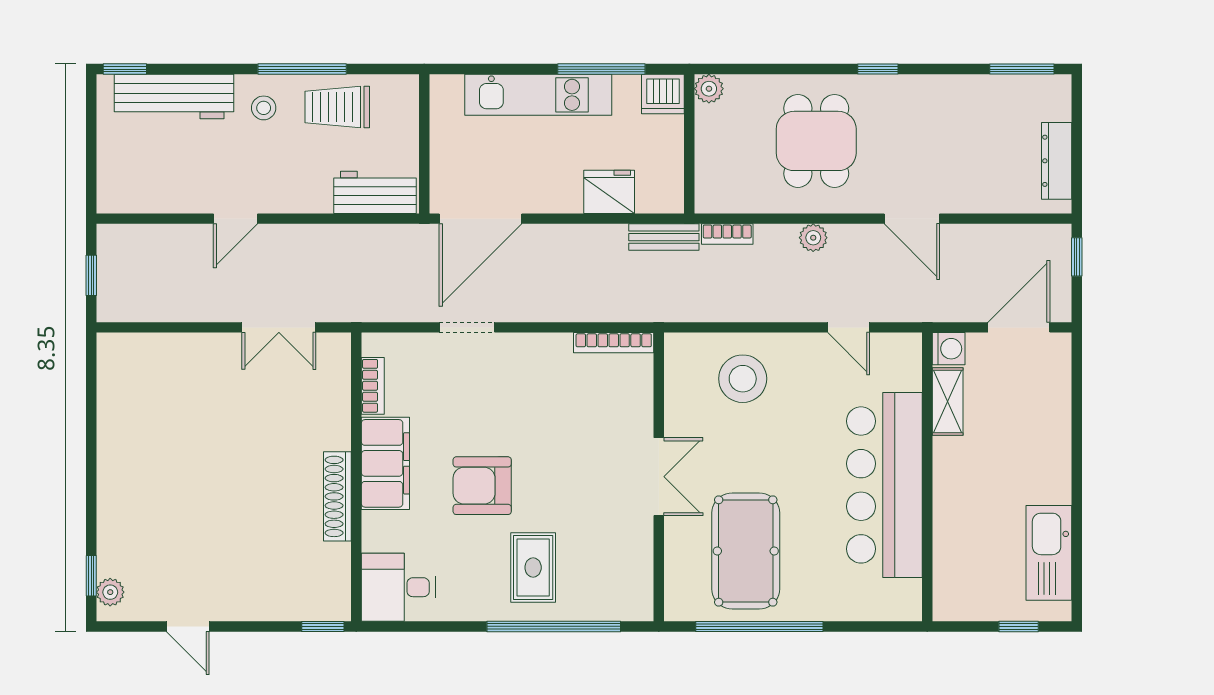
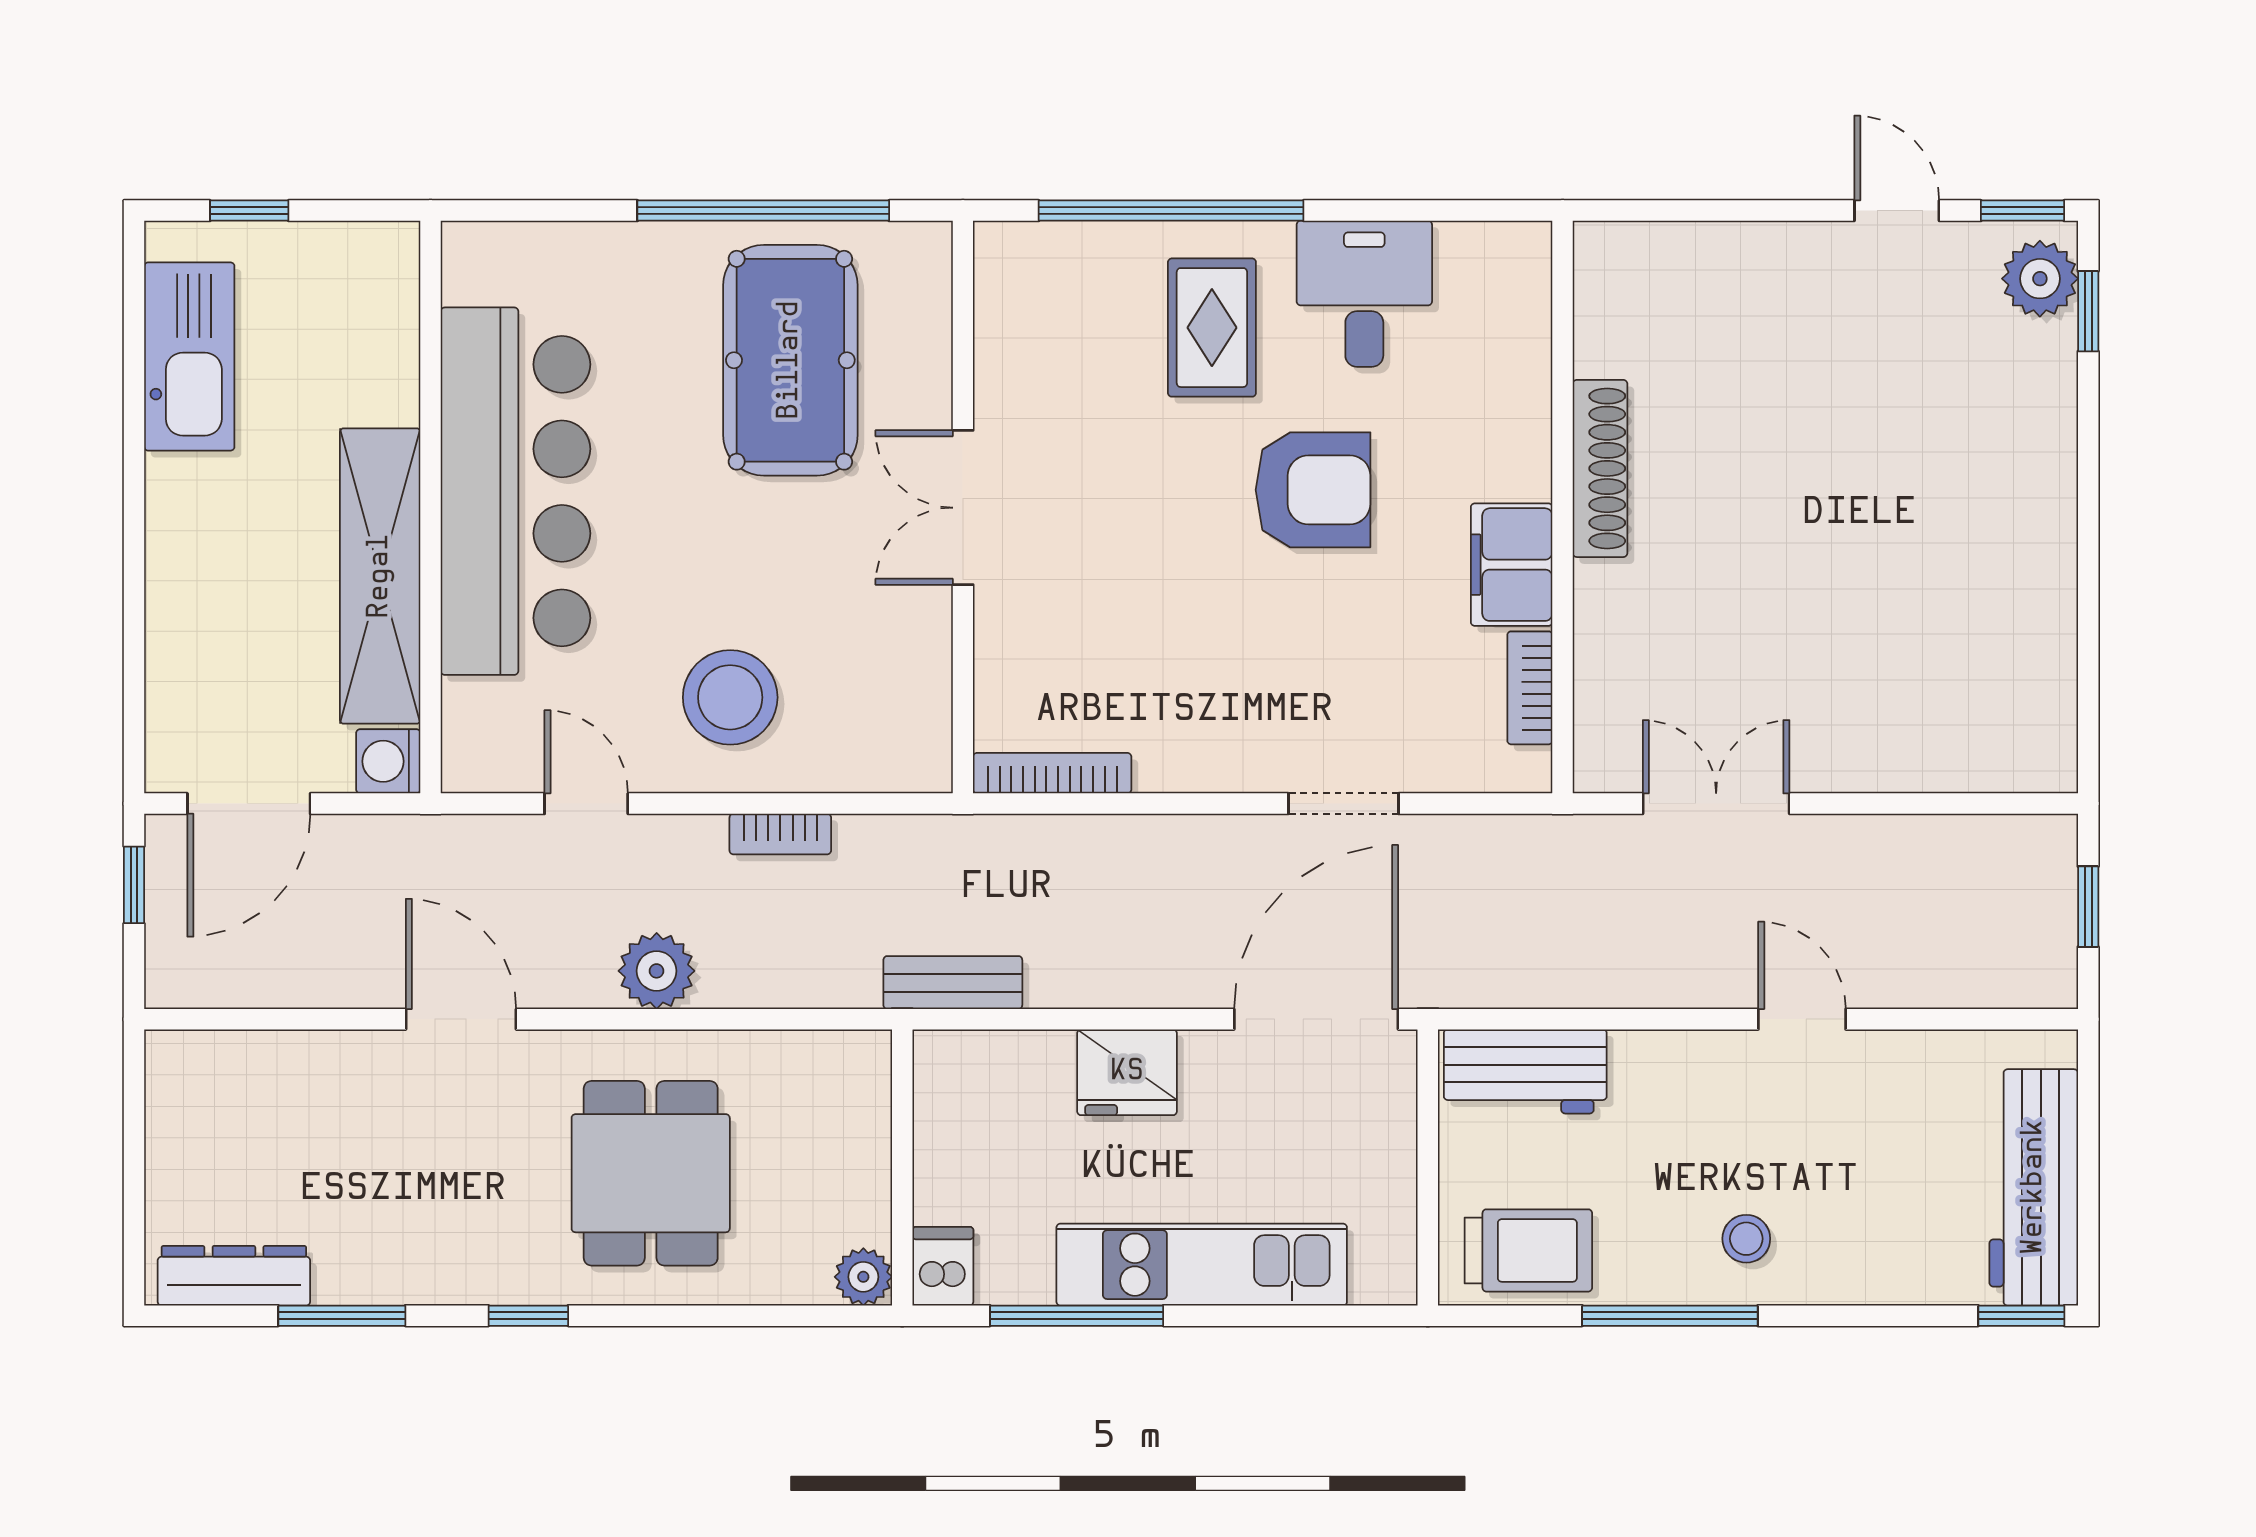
window: (1022, 69) -> (342, 1316), moved
dishwasher: (663, 94) -> (943, 1266), width x0.73
workbench: (174, 97) -> (2034, 1187), moved, turned -90
trolley: (337, 107) -> (1528, 1250), moved
dresser: (1057, 161) -> (234, 1276), moved, turned -90
fridge: (609, 192) -> (1127, 1072), moved
door: (236, 219) -> (1802, 1019), hinge flipped
bookcase: (727, 234) -> (780, 834), moved, turned 180
plant: (813, 238) -> (657, 971), width x1.38, depth x1.38
window: (1077, 257) -> (134, 885), moved
stool: (743, 379) -> (730, 697), moved
shelving: (948, 402) -> (380, 576), width x2.20, depth x1.33
filing cabinet: (385, 463) -> (1512, 565), width x0.67, depth x0.86
desk: (398, 587) -> (1364, 294), moved, turned -90
plant: (110, 592) -> (2040, 279), width x1.38, depth x1.38
window: (323, 626) -> (2023, 211), moved

